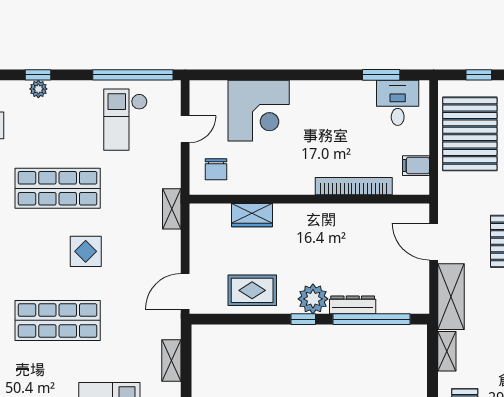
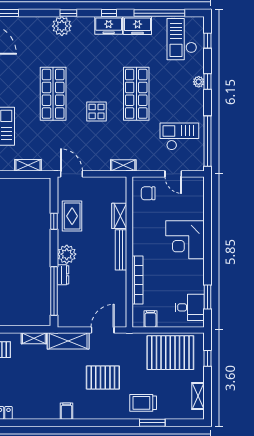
corner desk: (259, 111) -> (185, 240), moved
bench: (306, 212) -> (121, 250), added
dresser: (353, 305) -> (63, 275), width x0.70
window: (303, 319) -> (54, 221), moved

